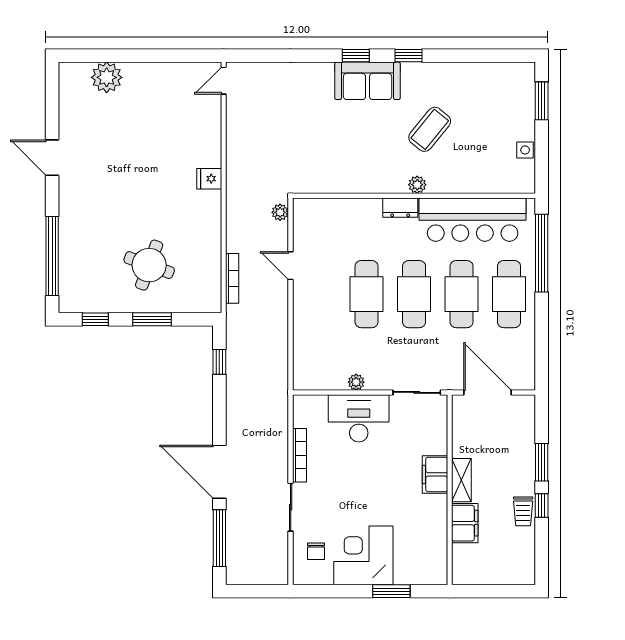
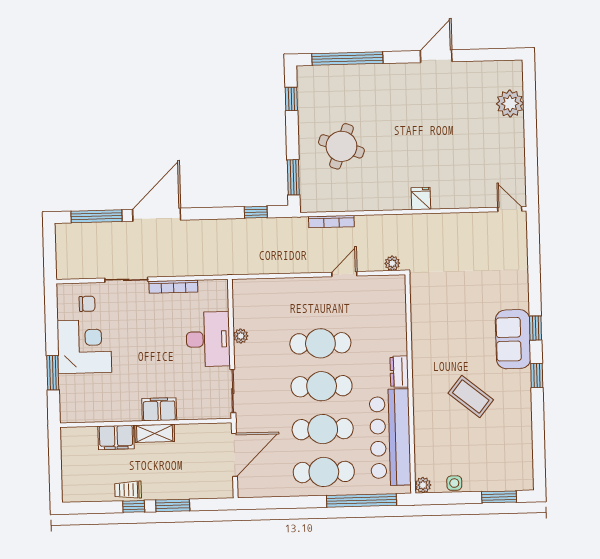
plant: (417, 185) -> (423, 485), moved
window: (152, 319) -> (293, 177), moved
chair: (316, 551) -> (87, 304), turned 180

